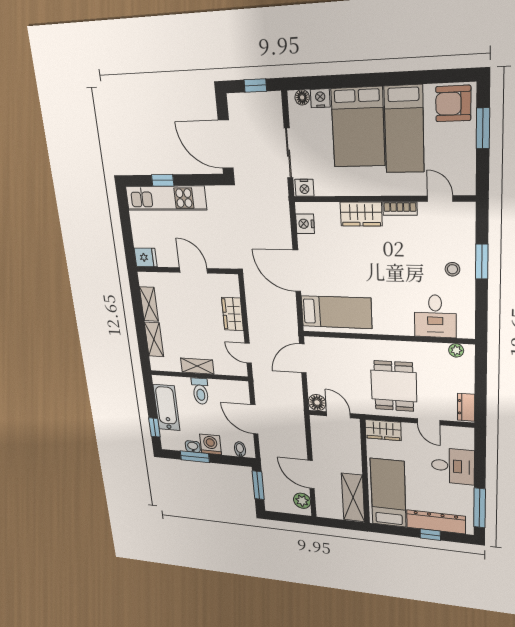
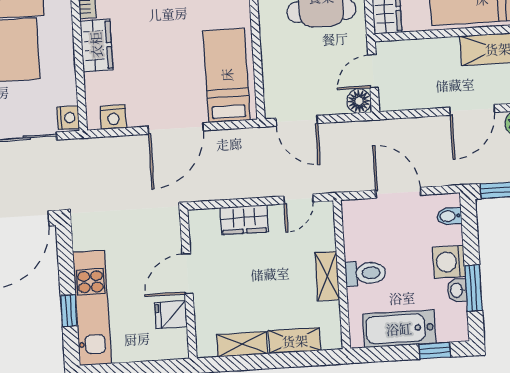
fridge: (146, 257) -> (171, 315), moved, turned -90
door: (254, 419) -> (398, 193), swing flipped

